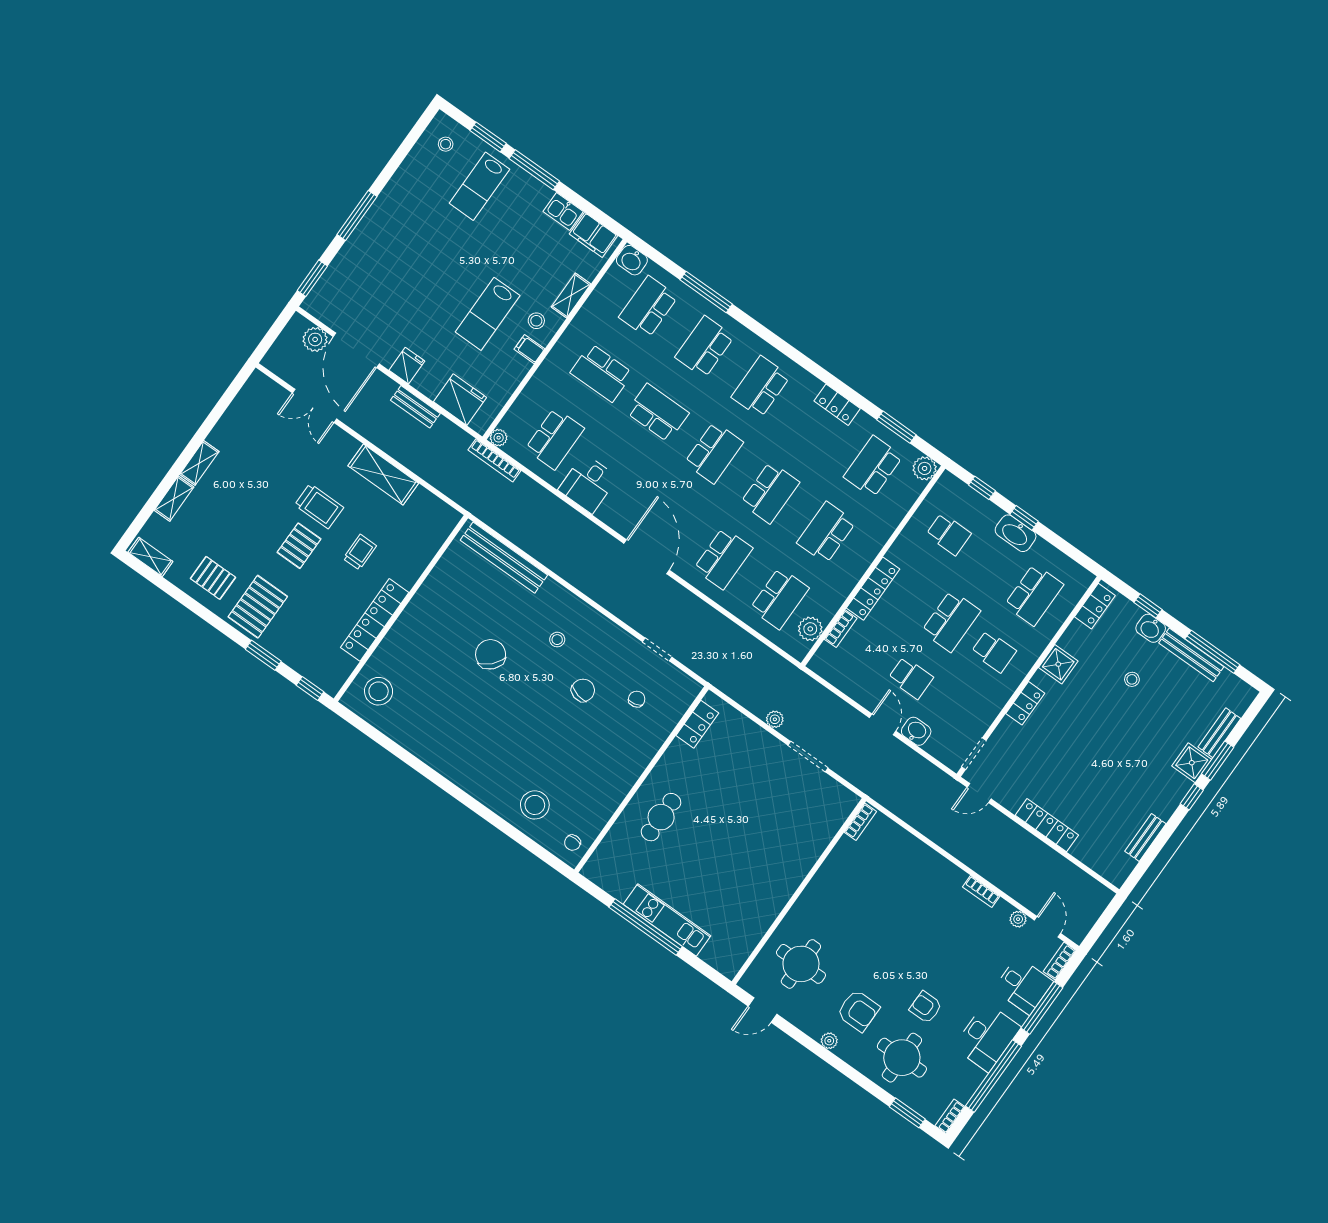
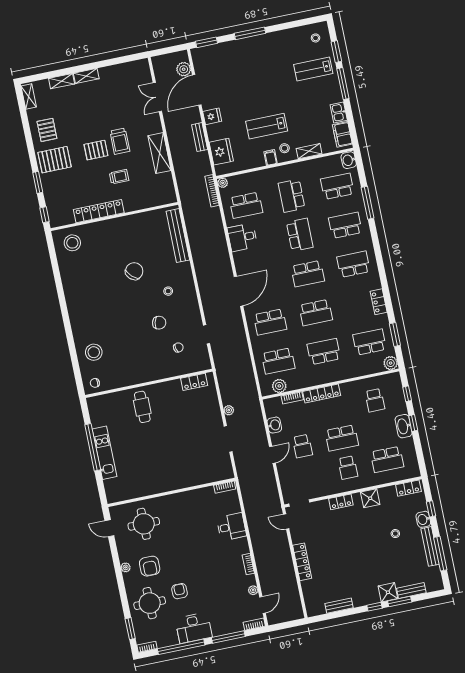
washbasin: (916, 731) -> (274, 425), moved
cafe table: (661, 817) -> (142, 407), turned 90
desk: (1023, 985) -> (231, 527), moved, turned -90

